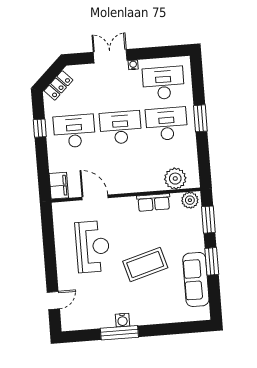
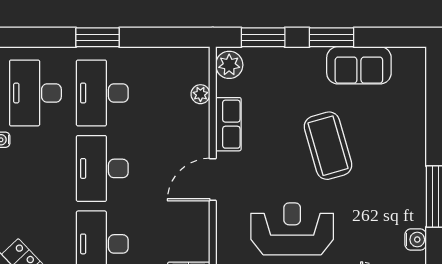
plant: (175, 179) -> (200, 94), width x0.53, depth x0.53
door: (95, 197) -> (213, 179), moved
sofa: (196, 279) -> (359, 65), width x0.73
water cooler: (122, 320) -> (416, 240), moved

